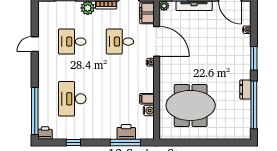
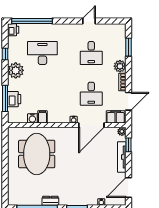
desk: (72, 42) -> (91, 53), turned 180
desk: (120, 42) -> (91, 94), turned 180
door: (35, 44) -> (89, 21), hinge flipped
plant: (93, 130) -> (16, 70), added

